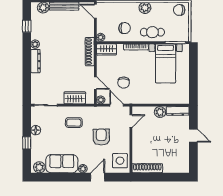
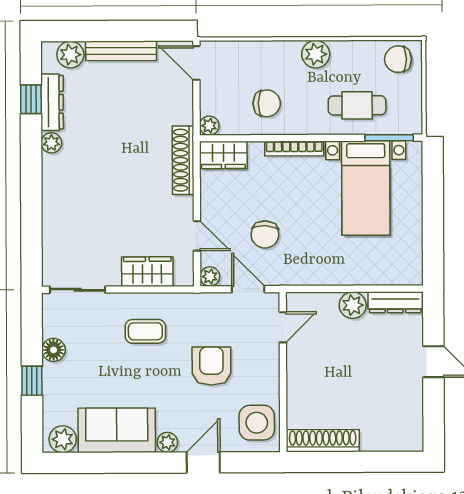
cafe table: (152, 32) -> (357, 105), moved
dresser: (35, 61) -> (52, 102), moved

